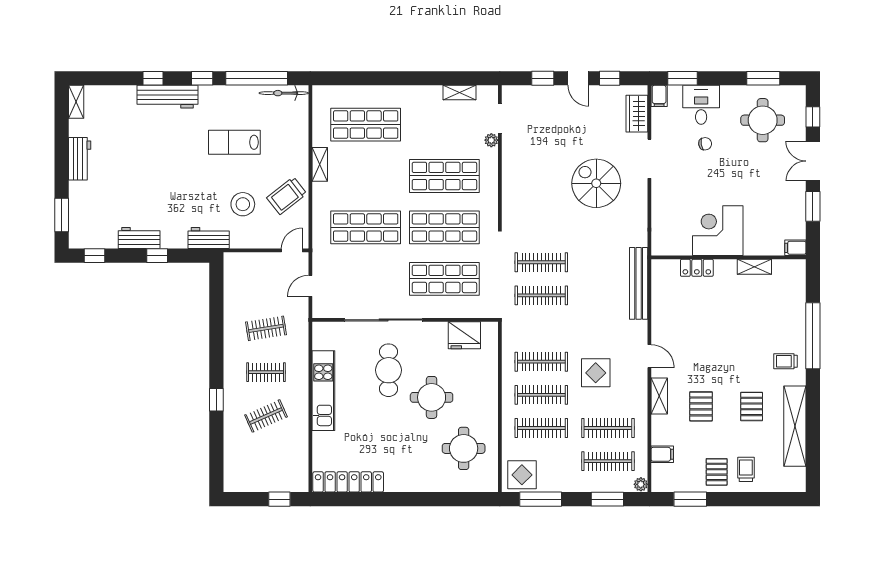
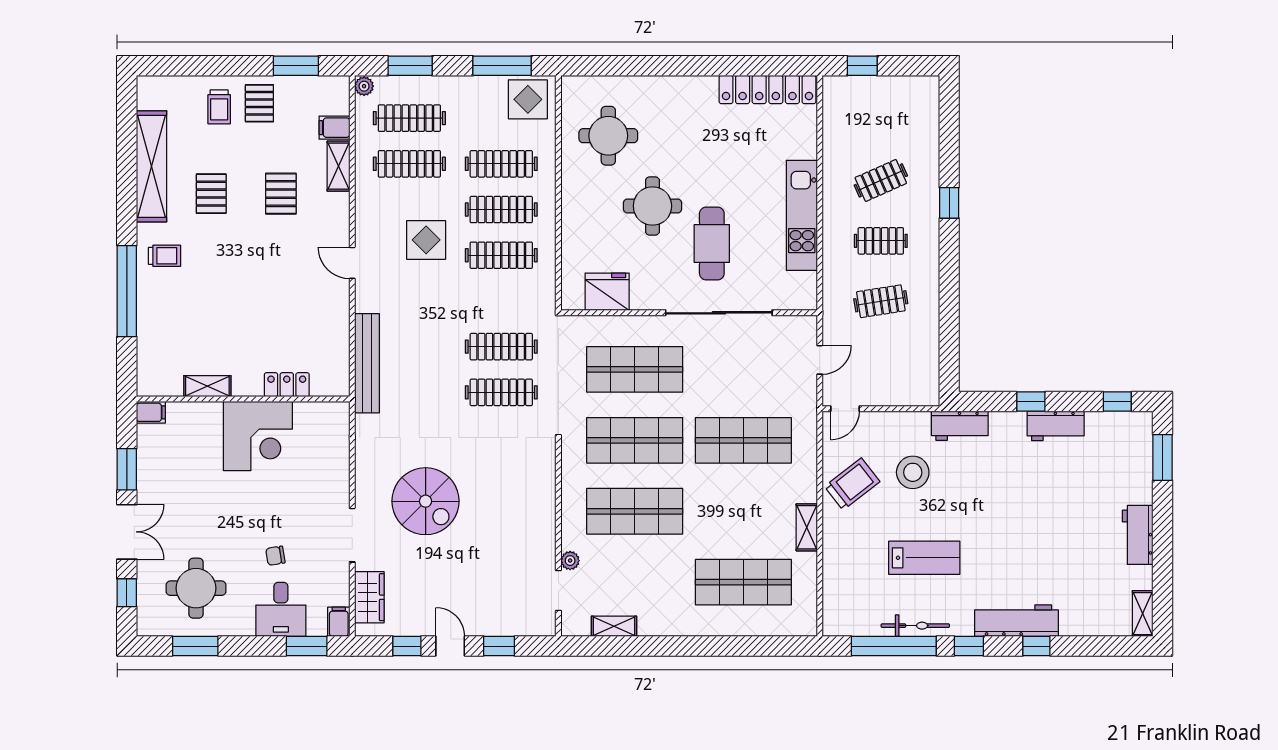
bicycle: (284, 93) -> (915, 626), moved
shelving: (659, 396) -> (339, 166), moved

